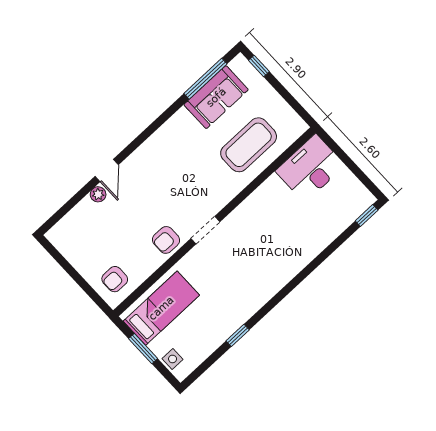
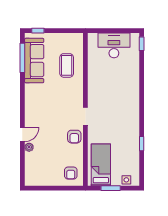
sofa: (216, 97) -> (34, 61), width x1.36
coffee table: (249, 145) -> (67, 65), width x0.73, depth x0.76
desk: (310, 168) -> (114, 45), moved, turned 90
door: (107, 170) -> (22, 134), hinge flipped

